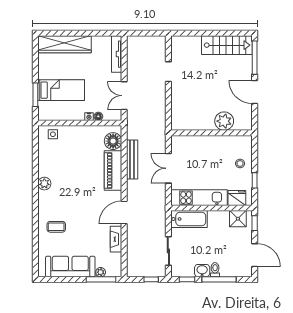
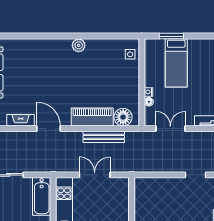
coffee table: (56, 227) -> (34, 58), removed

